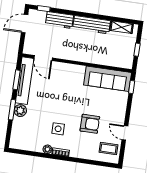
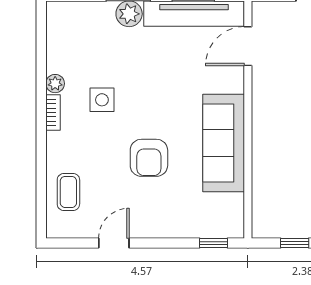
sofa: (108, 79) -> (224, 143), moved
armchair: (90, 124) -> (149, 158), moved
coffee table: (108, 149) -> (68, 192), moved

